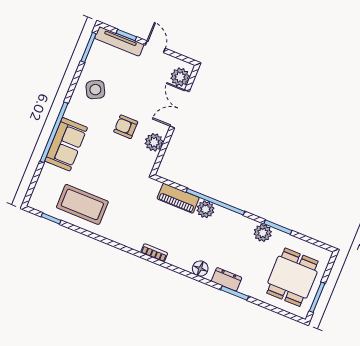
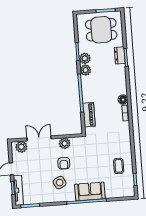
side table: (95, 90) -> (60, 183), moved
double door: (180, 109) -> (39, 138), swing flipped
coffee table: (82, 204) -> (119, 166), width x0.54, depth x0.58
plant: (206, 209) -> (86, 70), moved
floor lamp: (200, 269) -> (123, 100), moved
dresser: (227, 279) -> (120, 55), moved

